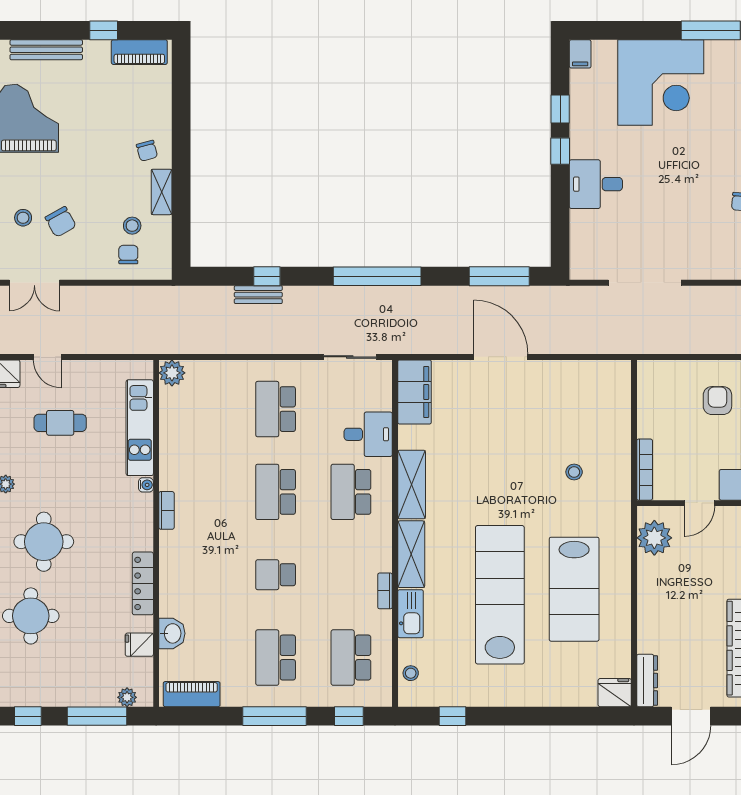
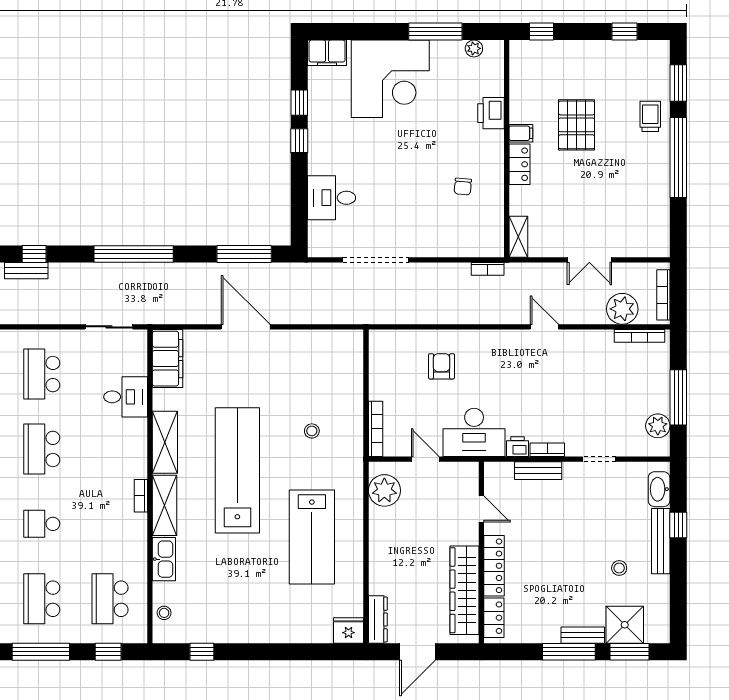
filing cabinet: (580, 54) -> (327, 53), width x2.00
desk: (596, 184) -> (332, 198), moved
school desk: (351, 492) -> (110, 449), removed
door: (699, 503) -> (425, 459), swing flipped
bookcase: (385, 591) -> (141, 496), moved
lab bench: (500, 595) -> (237, 470), moved

